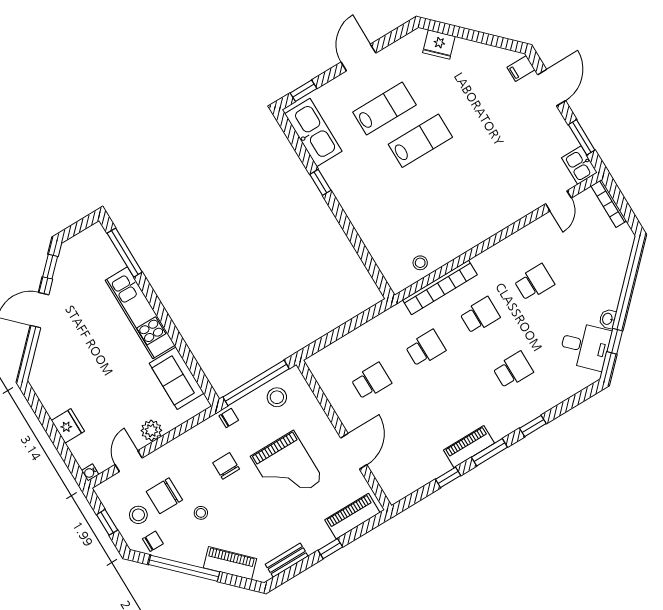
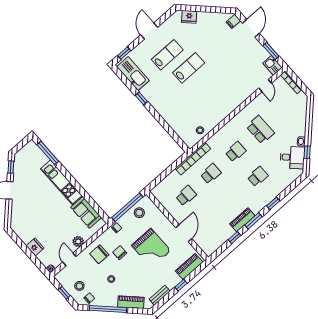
school desk: (534, 282) -> (260, 130), width x1.85
bookcase: (440, 287) -> (193, 159), moved
chair: (164, 496) -> (99, 254), moved

